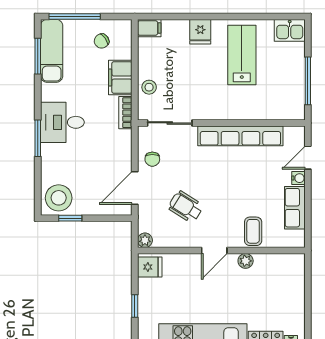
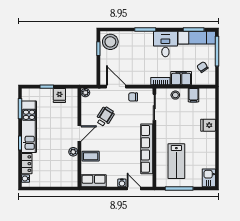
filing cabinet: (149, 28) -> (193, 95), moved
lab bench: (242, 55) -> (176, 161), moved, turned 90
desk: (62, 122) -> (165, 44), moved
row of seats: (295, 208) -> (94, 181), moved
door: (214, 250) -> (79, 133), swing flipped
fridge: (150, 267) -> (59, 95), moved

